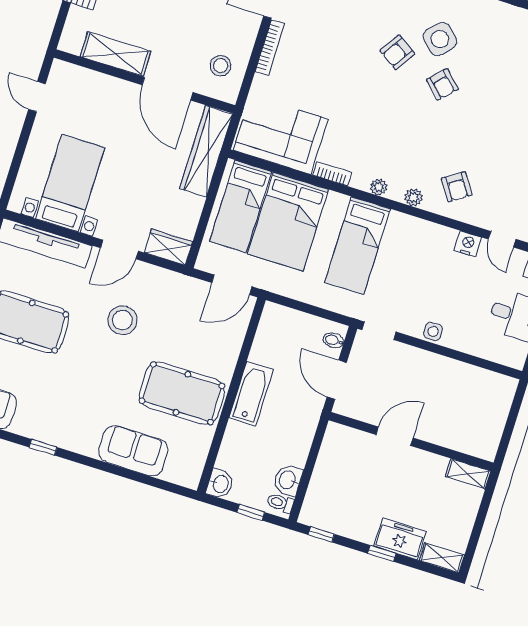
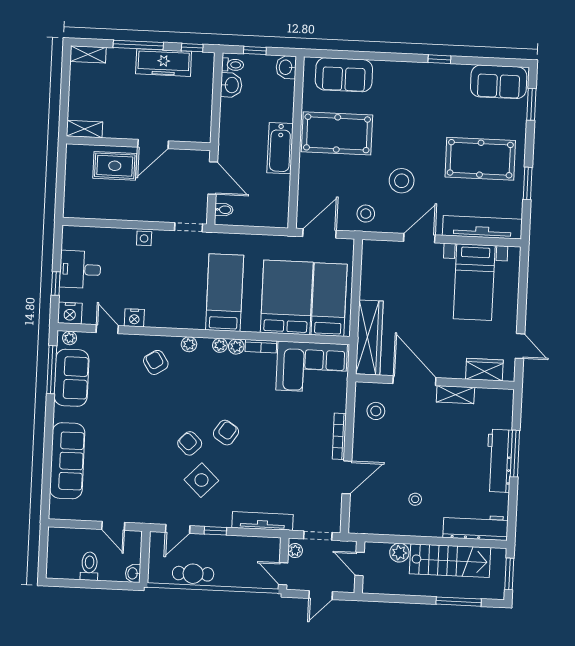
armchair: (397, 52) -> (226, 433), moved
shelving: (116, 54) -> (455, 395), width x0.67, depth x0.75
plant: (360, 181) -> (236, 347), added
wardrobe: (168, 247) -> (484, 370), moved, turned 180
stool: (173, 293) -> (366, 214), added
rug: (445, 423) -> (115, 166), added
sofa: (133, 451) -> (344, 75), moved
freezer: (400, 539) -> (164, 63), moved, width x1.40
window: (382, 553) -> (138, 45), width x2.17

